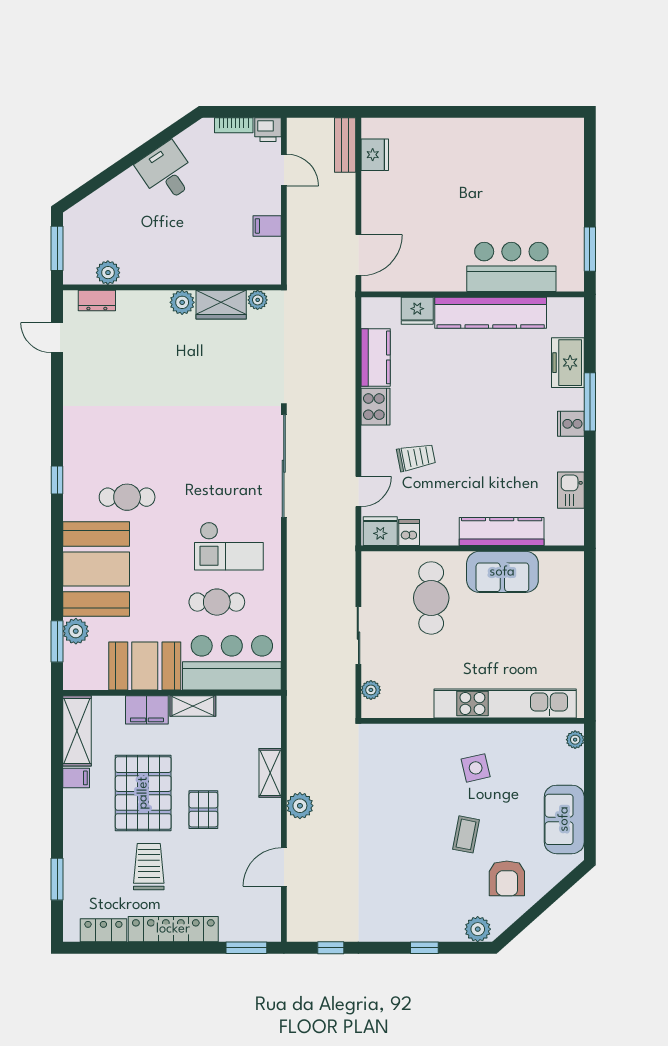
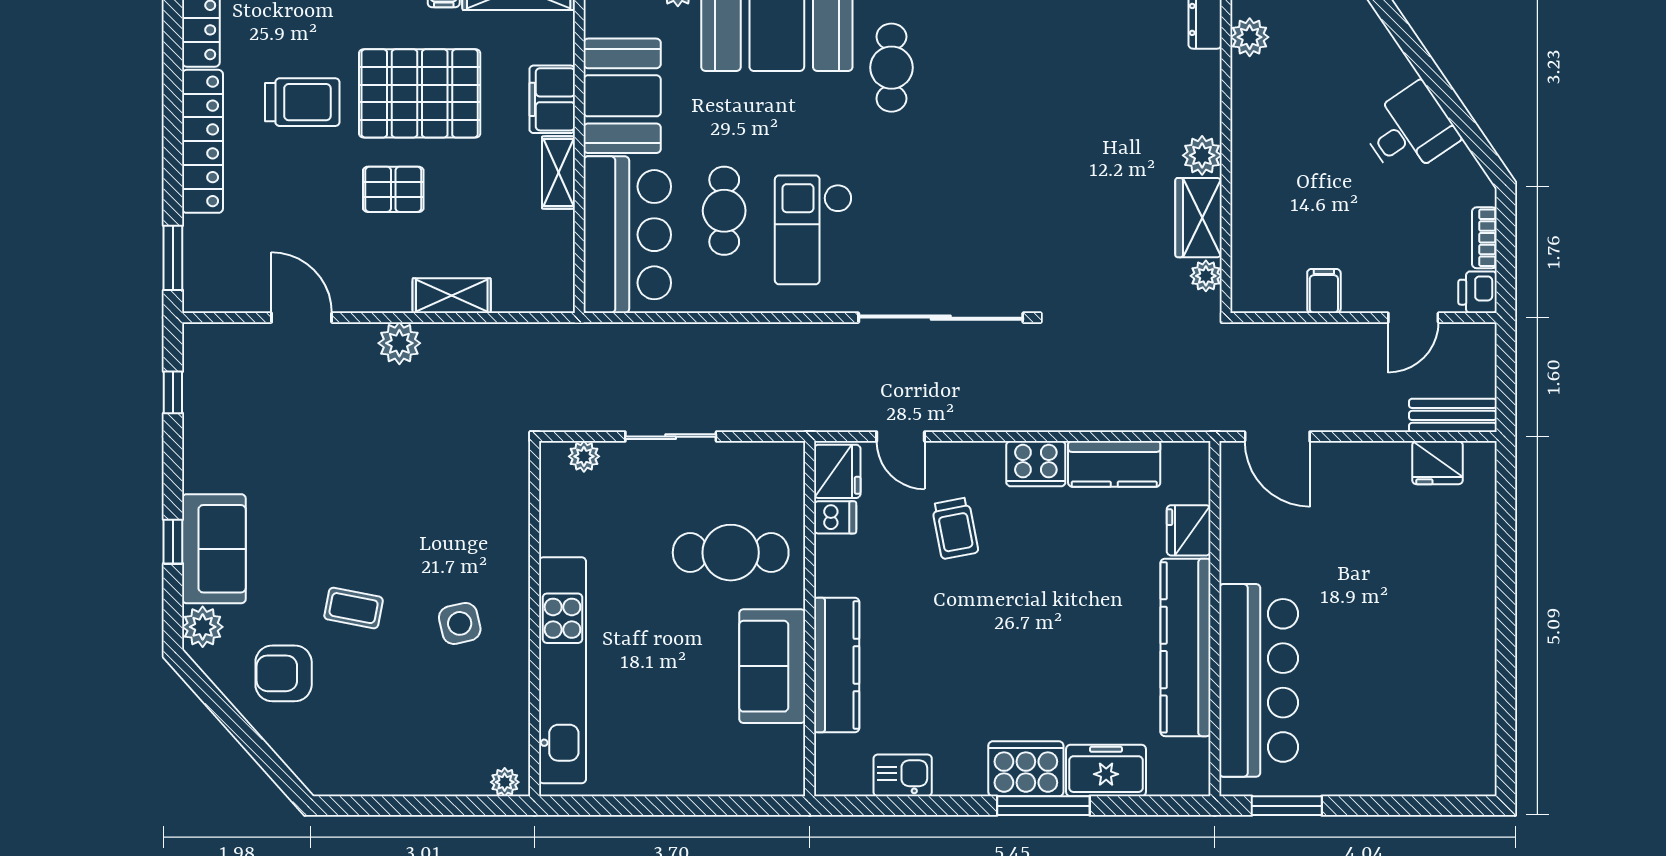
bar counter: (511, 267) -> (1259, 680), width x1.36
cooker: (571, 424) -> (1026, 769), width x1.87, depth x1.31
sofa: (564, 819) -> (214, 549), moved, turned 90

